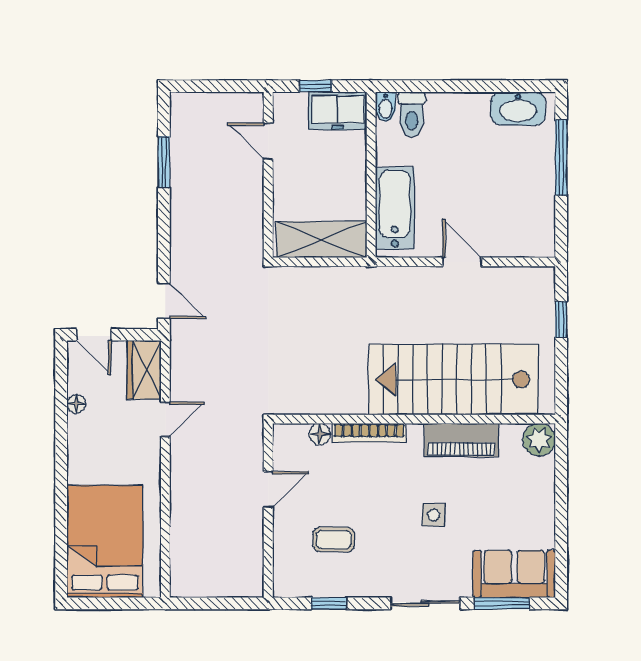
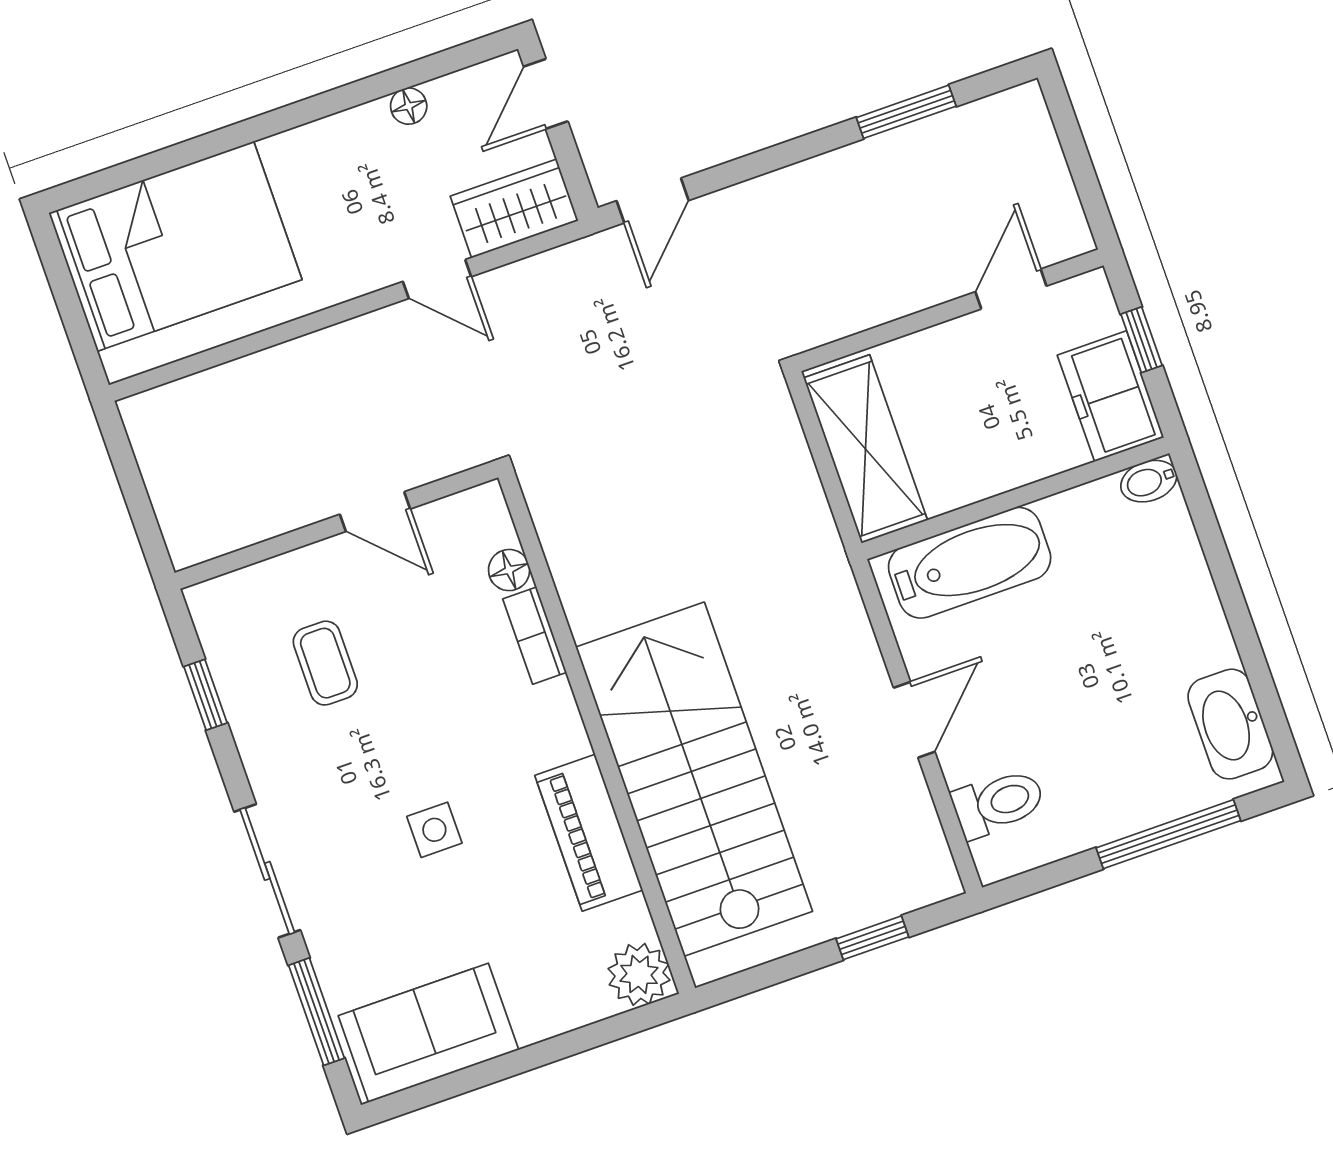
toilet: (412, 114) -> (998, 803), moved, turned 180
bookcase: (369, 433) -> (535, 636), width x0.64
sofa: (514, 574) -> (428, 1033), moved, turned -90

